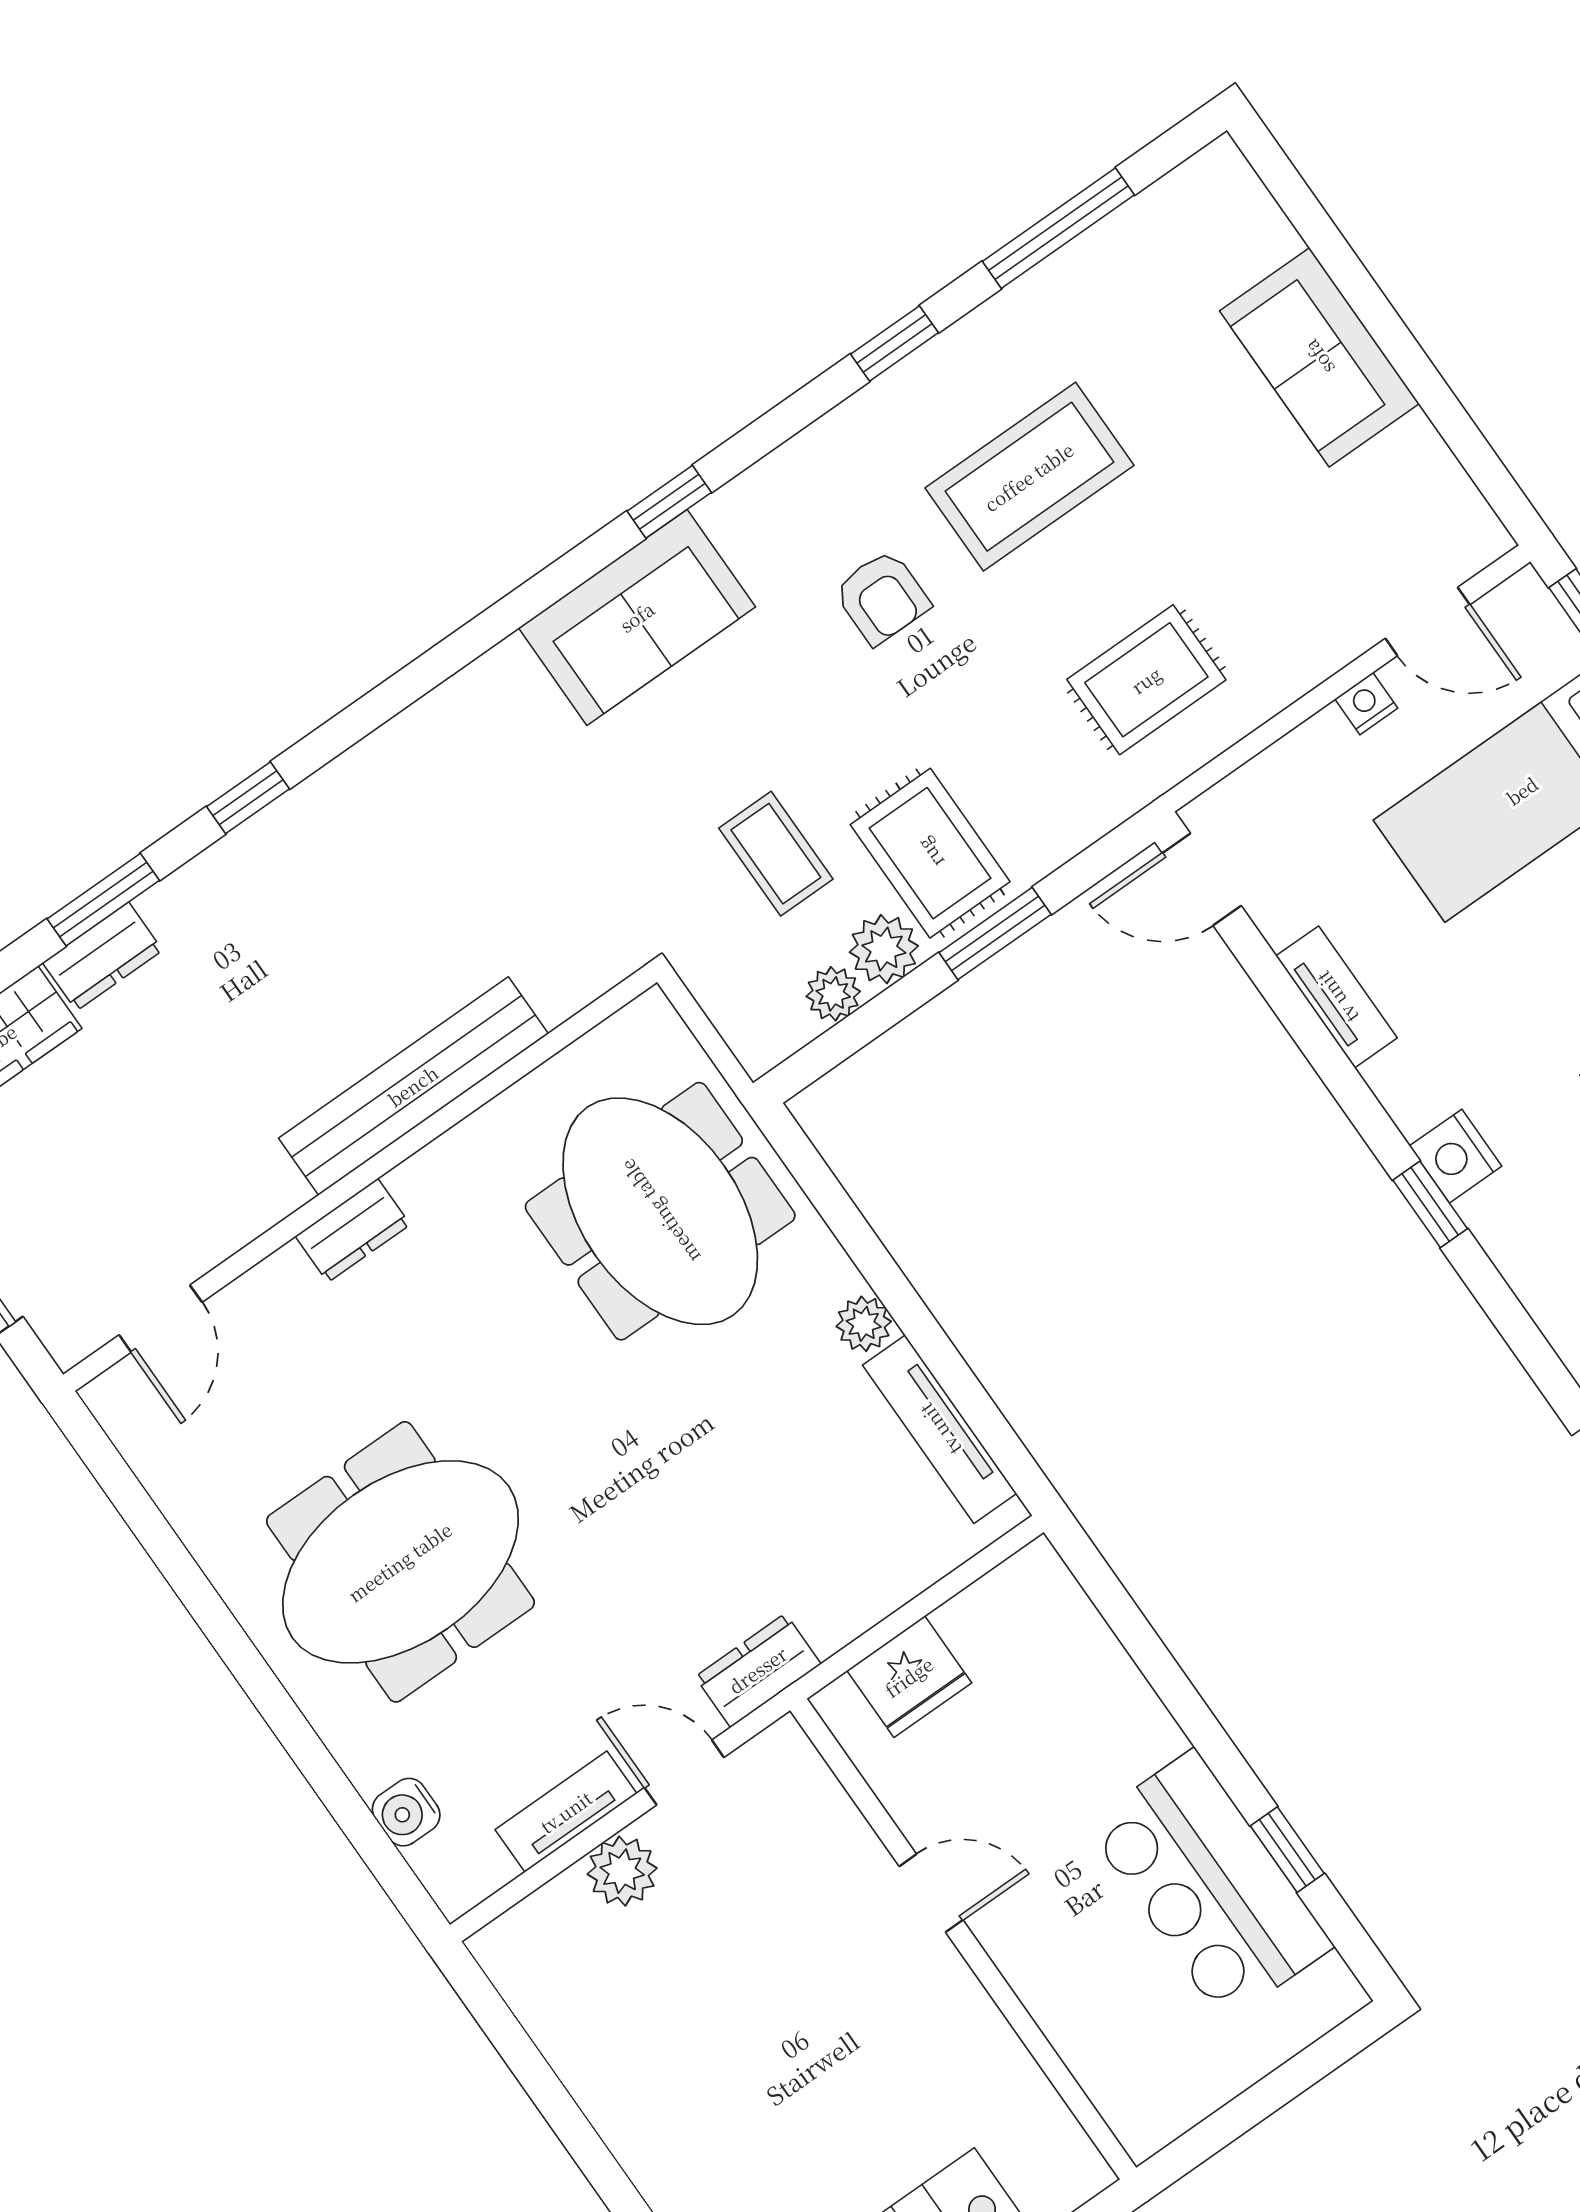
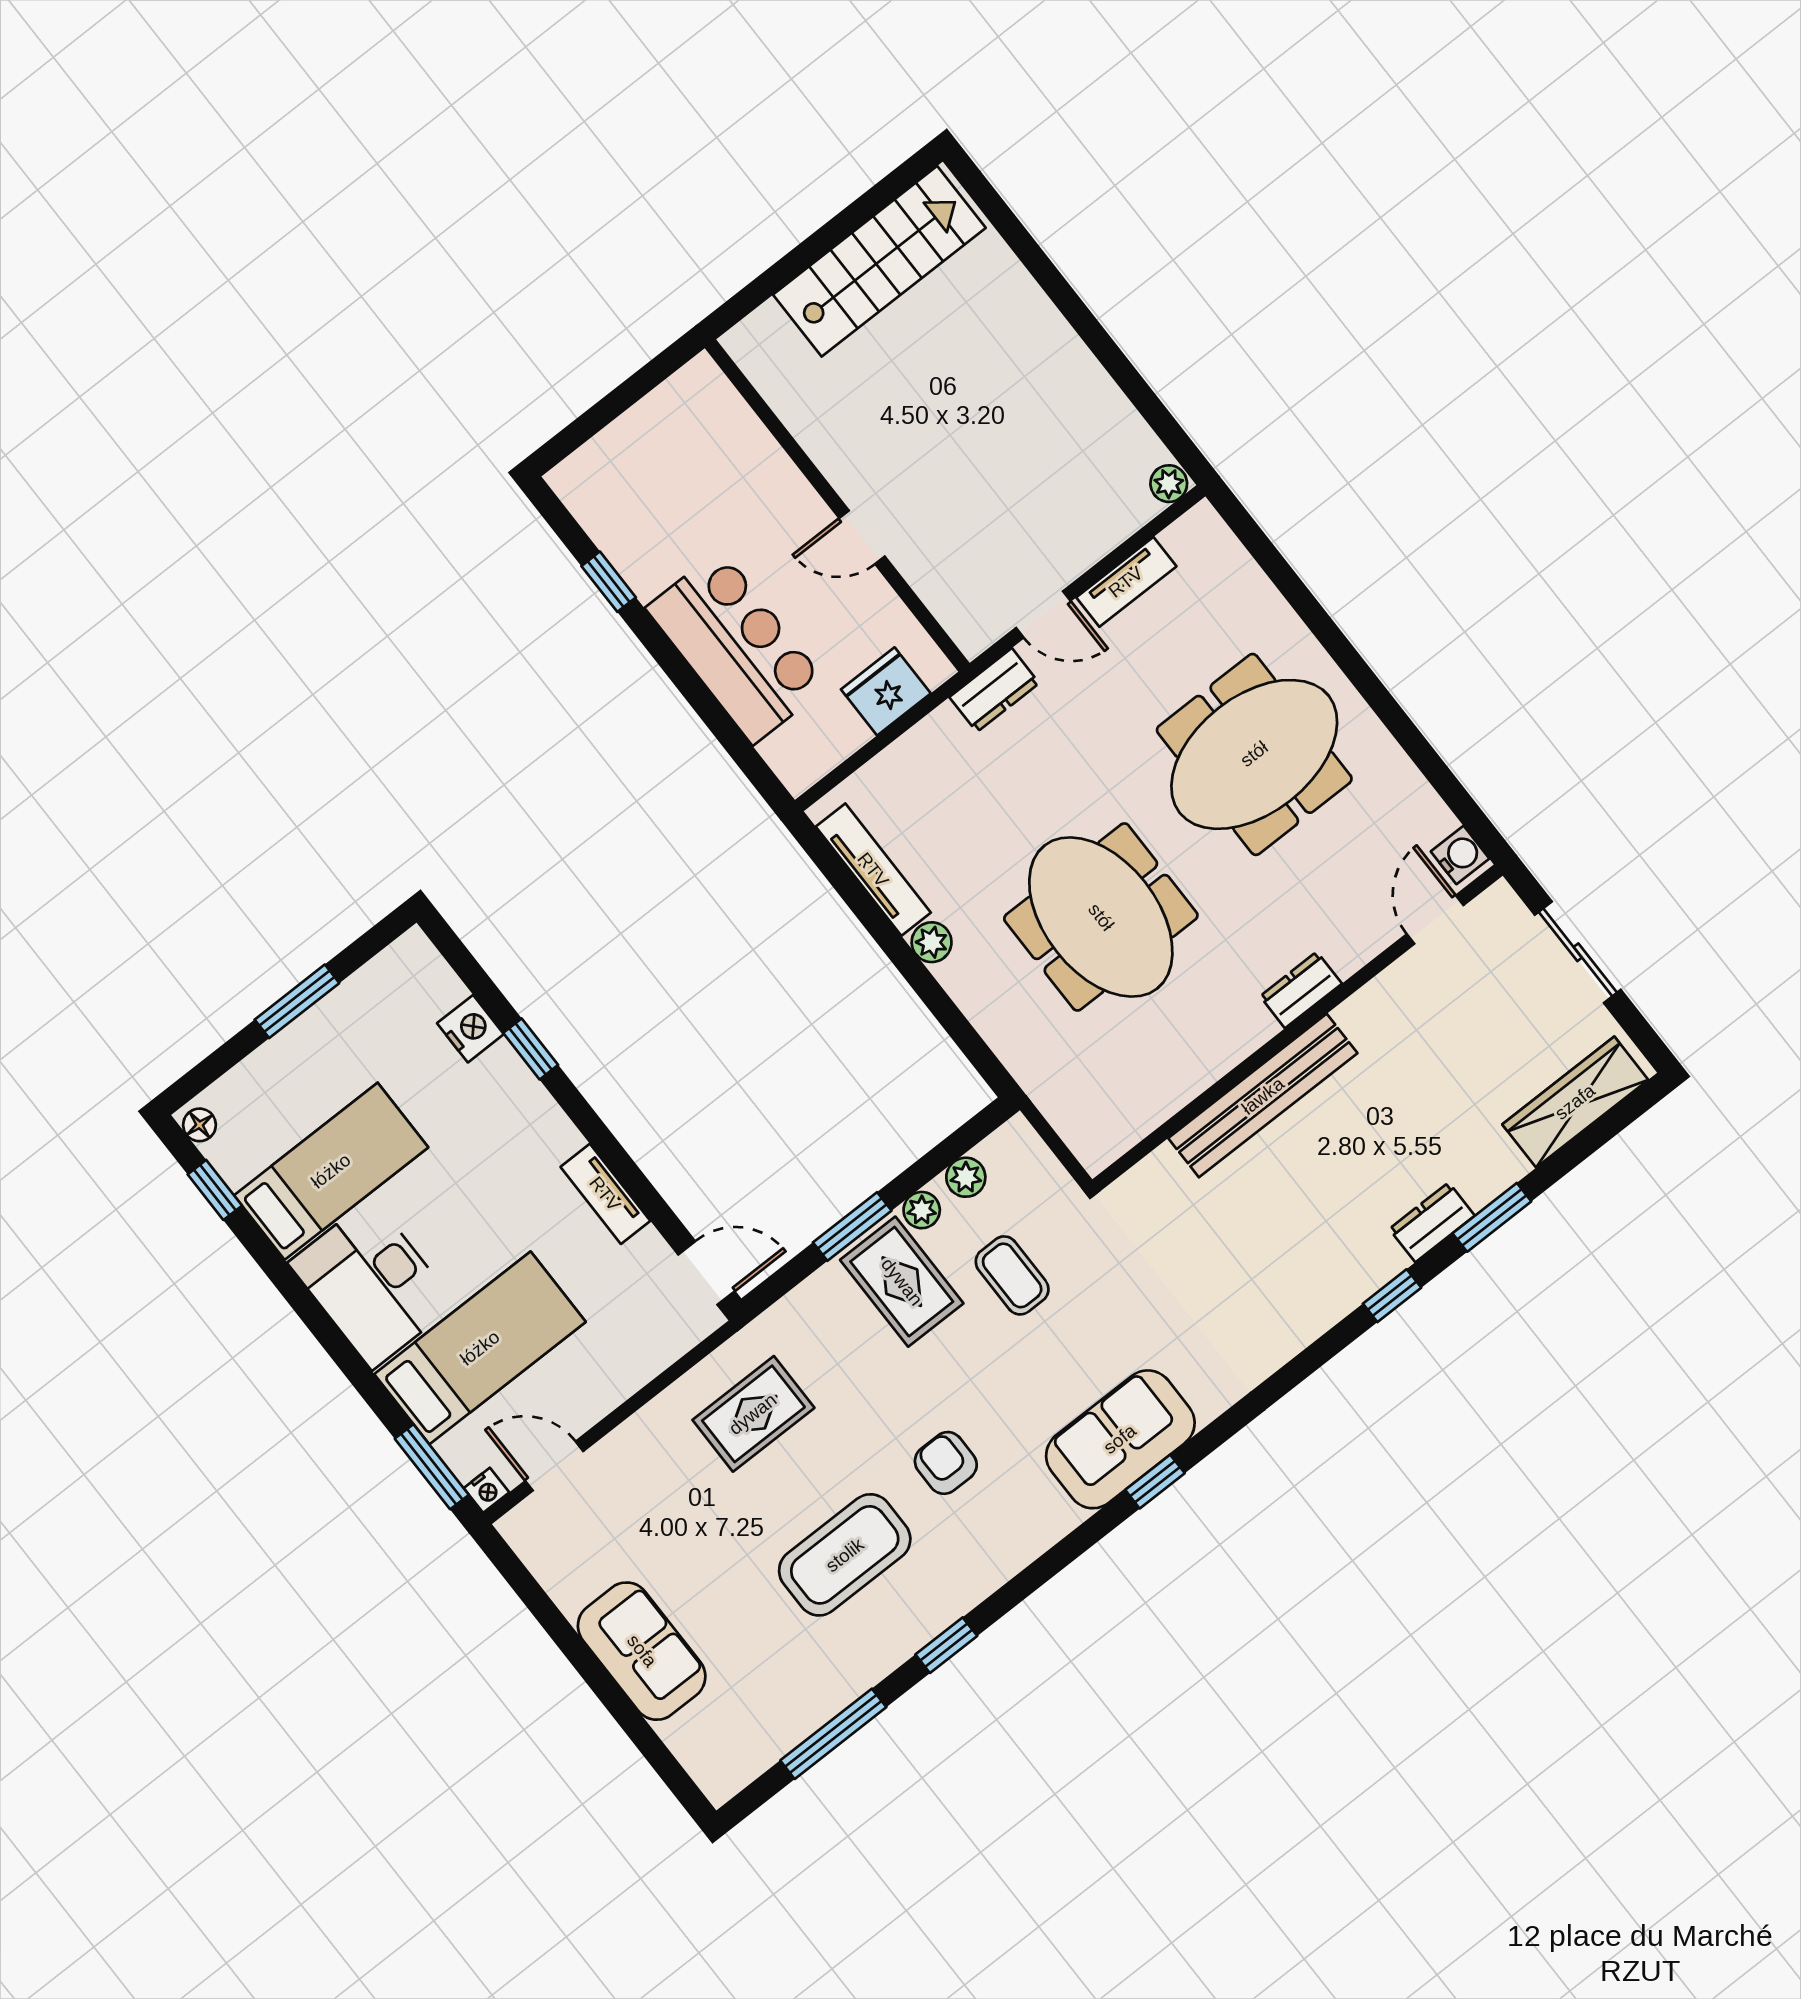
window: (669, 502) -> (1155, 1482), moved
nightstand: (1366, 704) -> (486, 1490), moved
plant: (884, 949) -> (922, 1210), width x0.73, depth x0.73
dresser: (103, 956) -> (1432, 1222), moved
nightstand: (1456, 1156) -> (470, 1029), moved
meeting table: (660, 1211) -> (1101, 917), moved
water cooler: (406, 1812) -> (1460, 855), moved
plant: (622, 1871) -> (1169, 484), moved, width x0.73, depth x0.73
bar counter: (1209, 1886) -> (737, 647), moved

